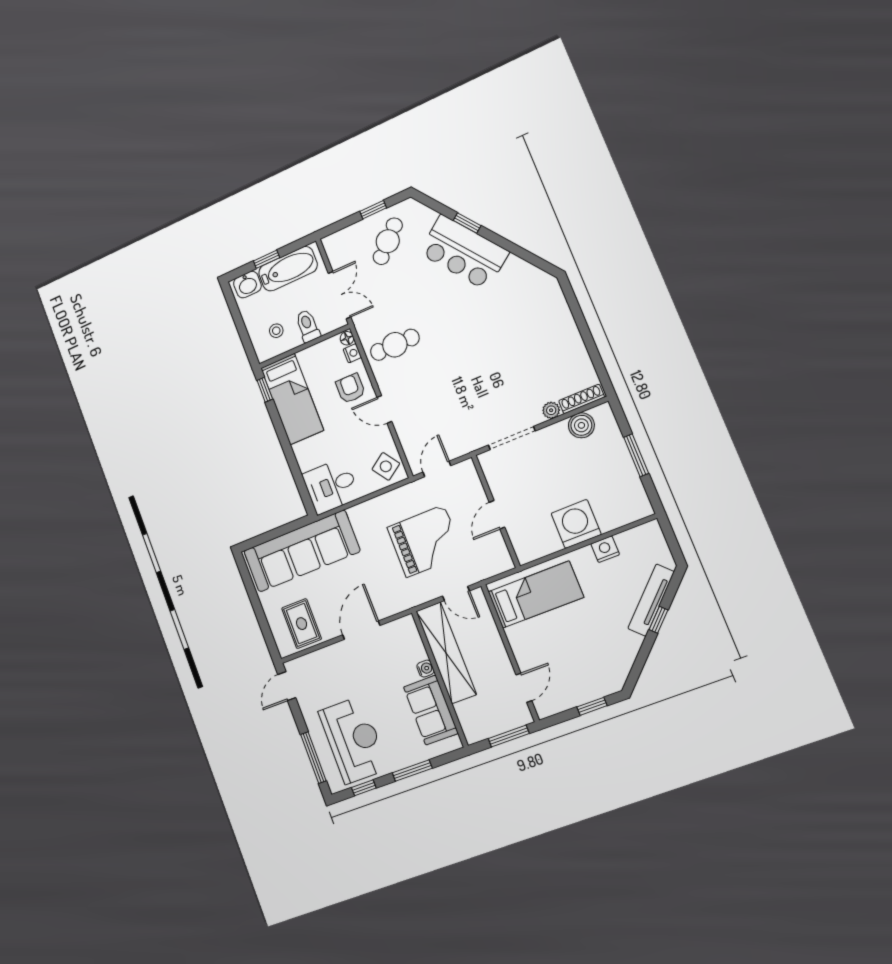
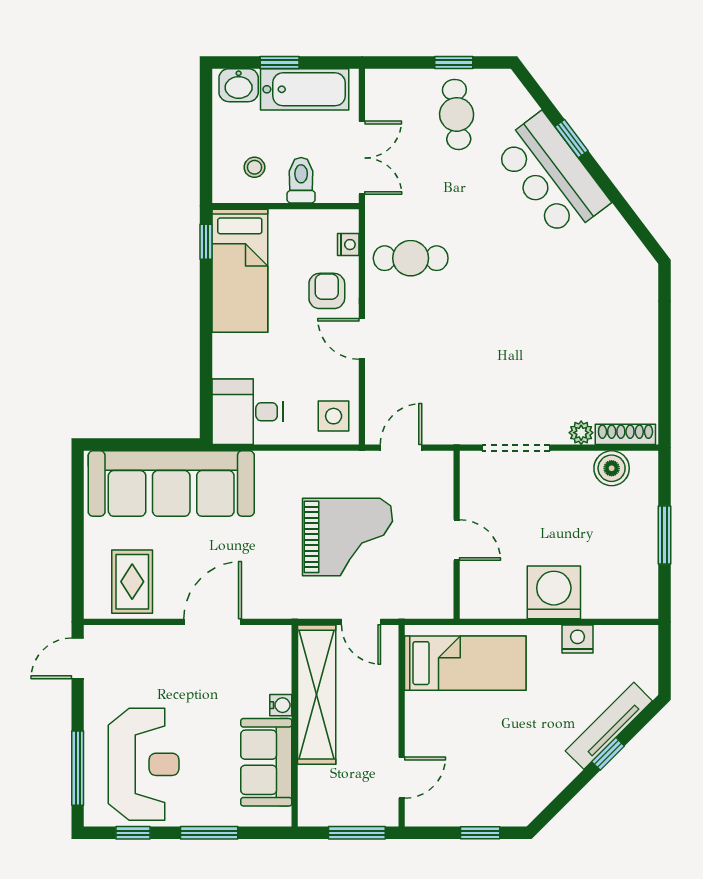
cafe table: (388, 241) -> (457, 114), turned -50
floor lamp: (347, 338) -> (349, 221), removed
side table: (386, 466) -> (334, 416), turned 35
door: (497, 515) -> (457, 540), swing flipped

